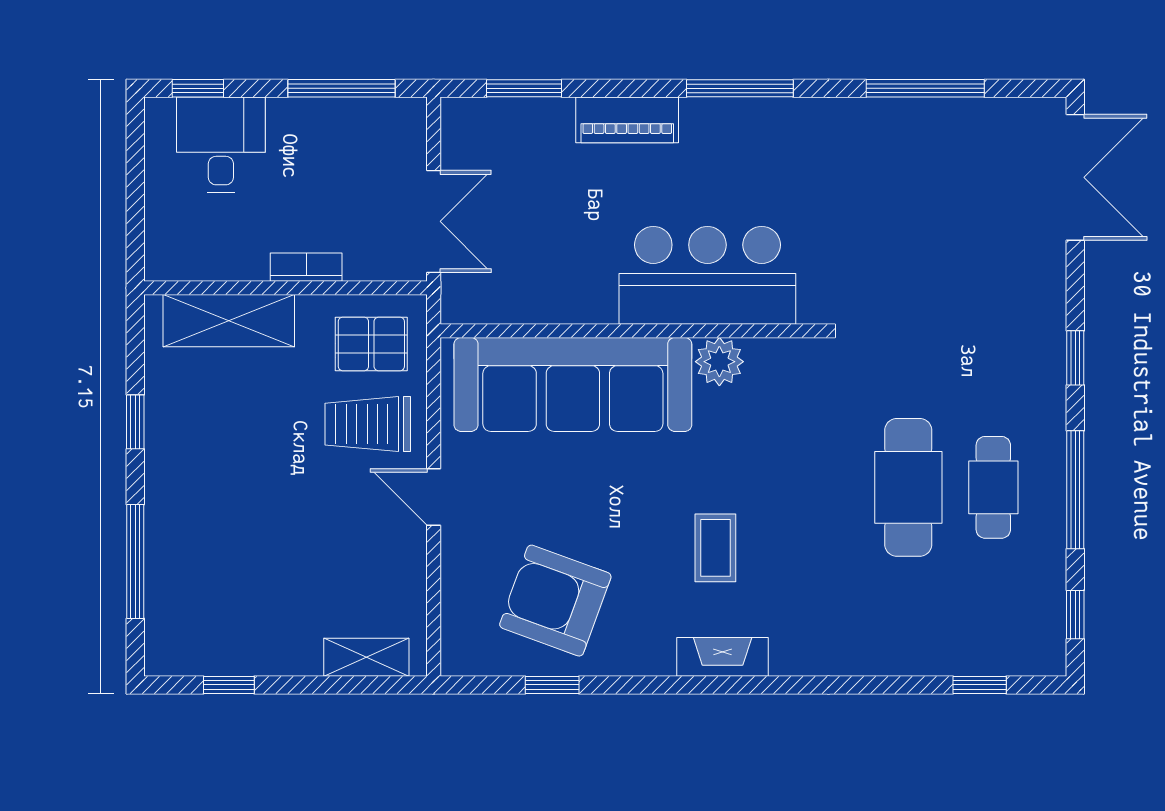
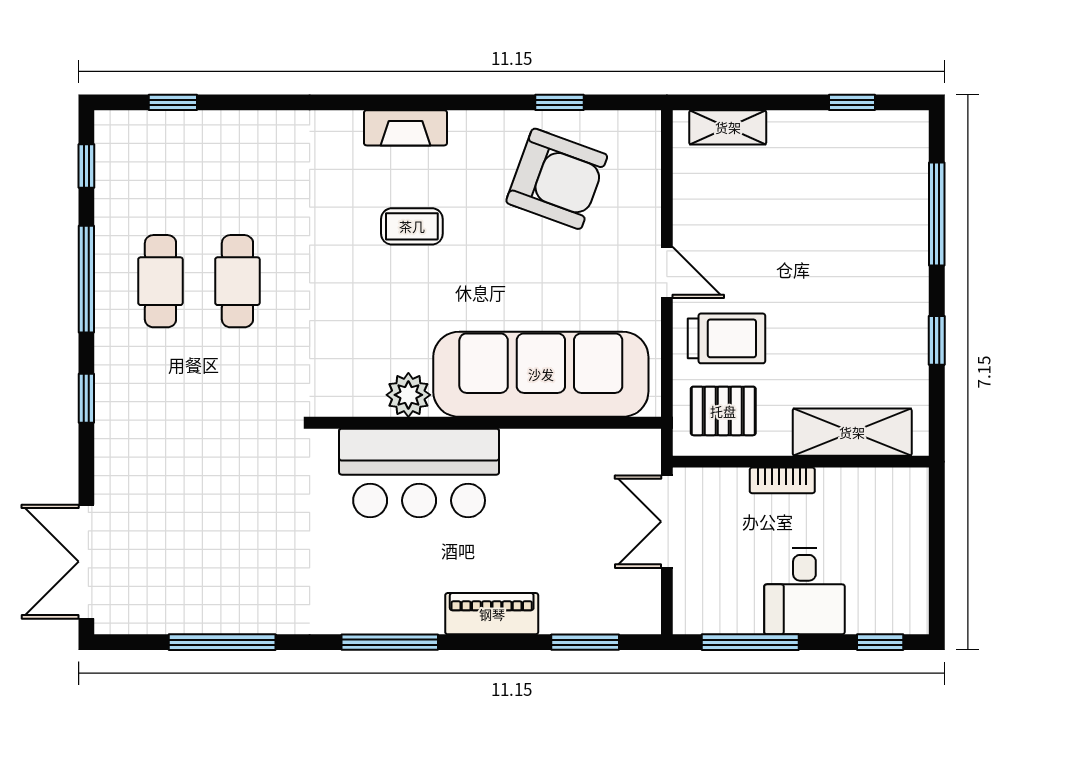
desk: (221, 145) -> (804, 591), moved
cafe table: (908, 487) -> (237, 281), width x0.73, depth x0.74
coffee table: (715, 548) -> (412, 226), turned 90

